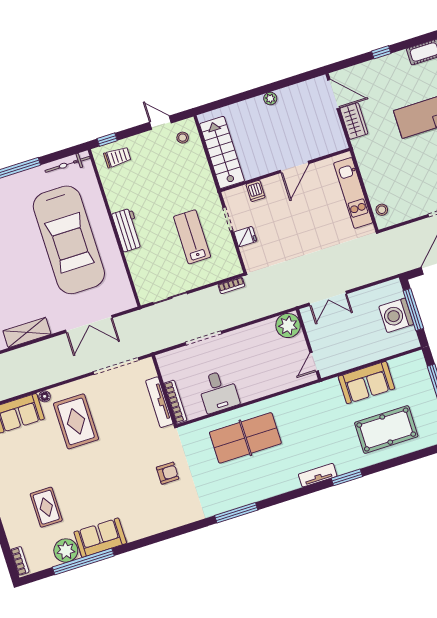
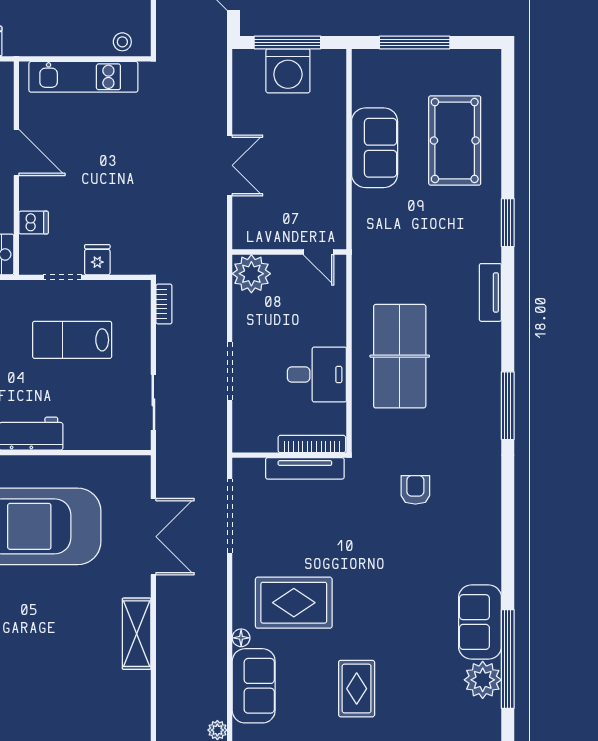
plant: (288, 326) -> (251, 274), moved
wall: (309, 344) -> (289, 252), moved
door: (314, 362) -> (318, 252), moved
tv unit: (318, 475) -> (490, 292), moved
rug: (46, 507) -> (357, 689), moved, turned 90

